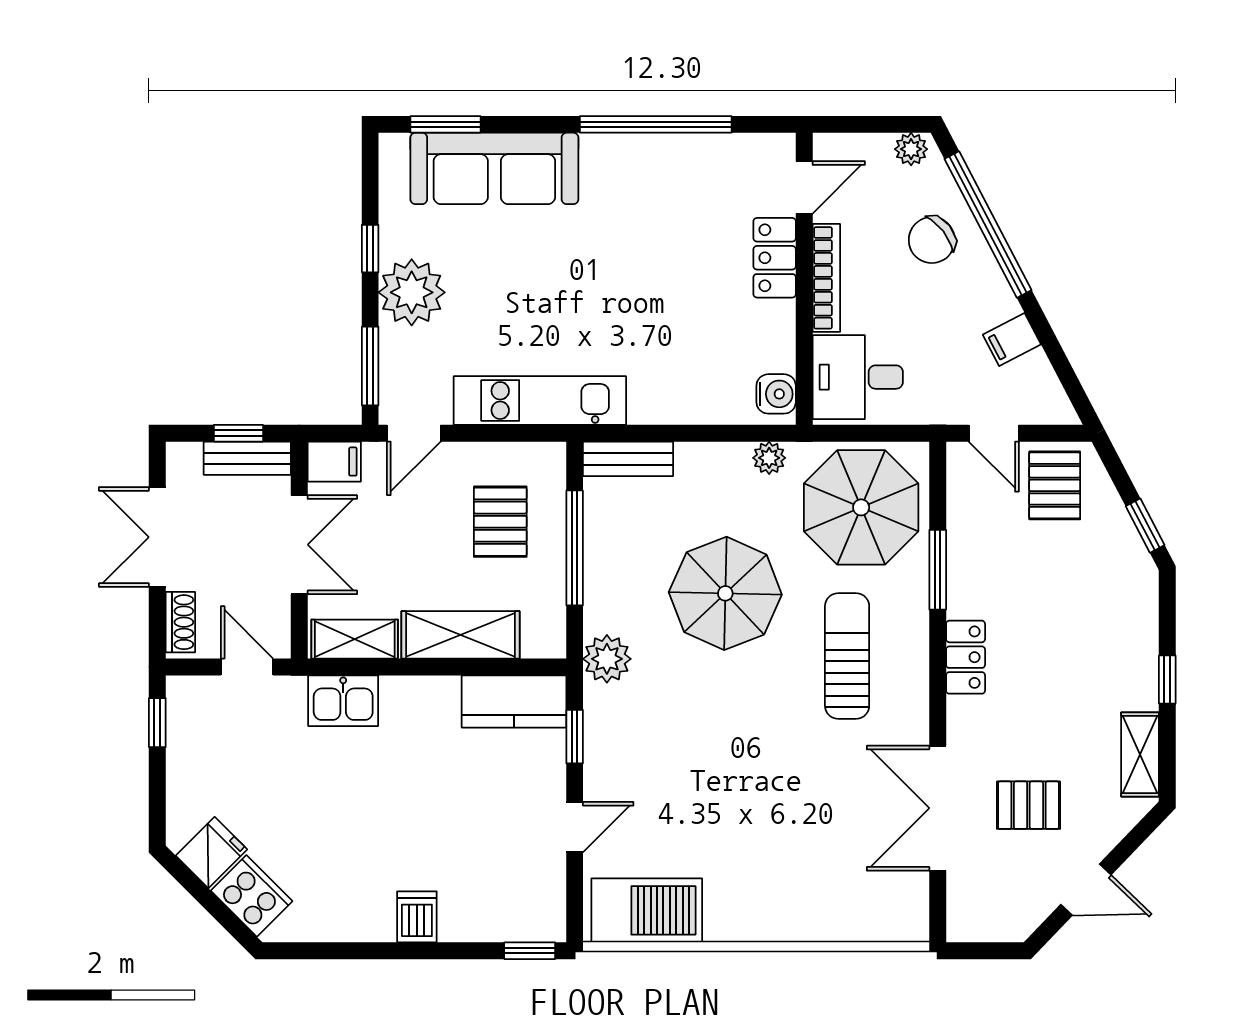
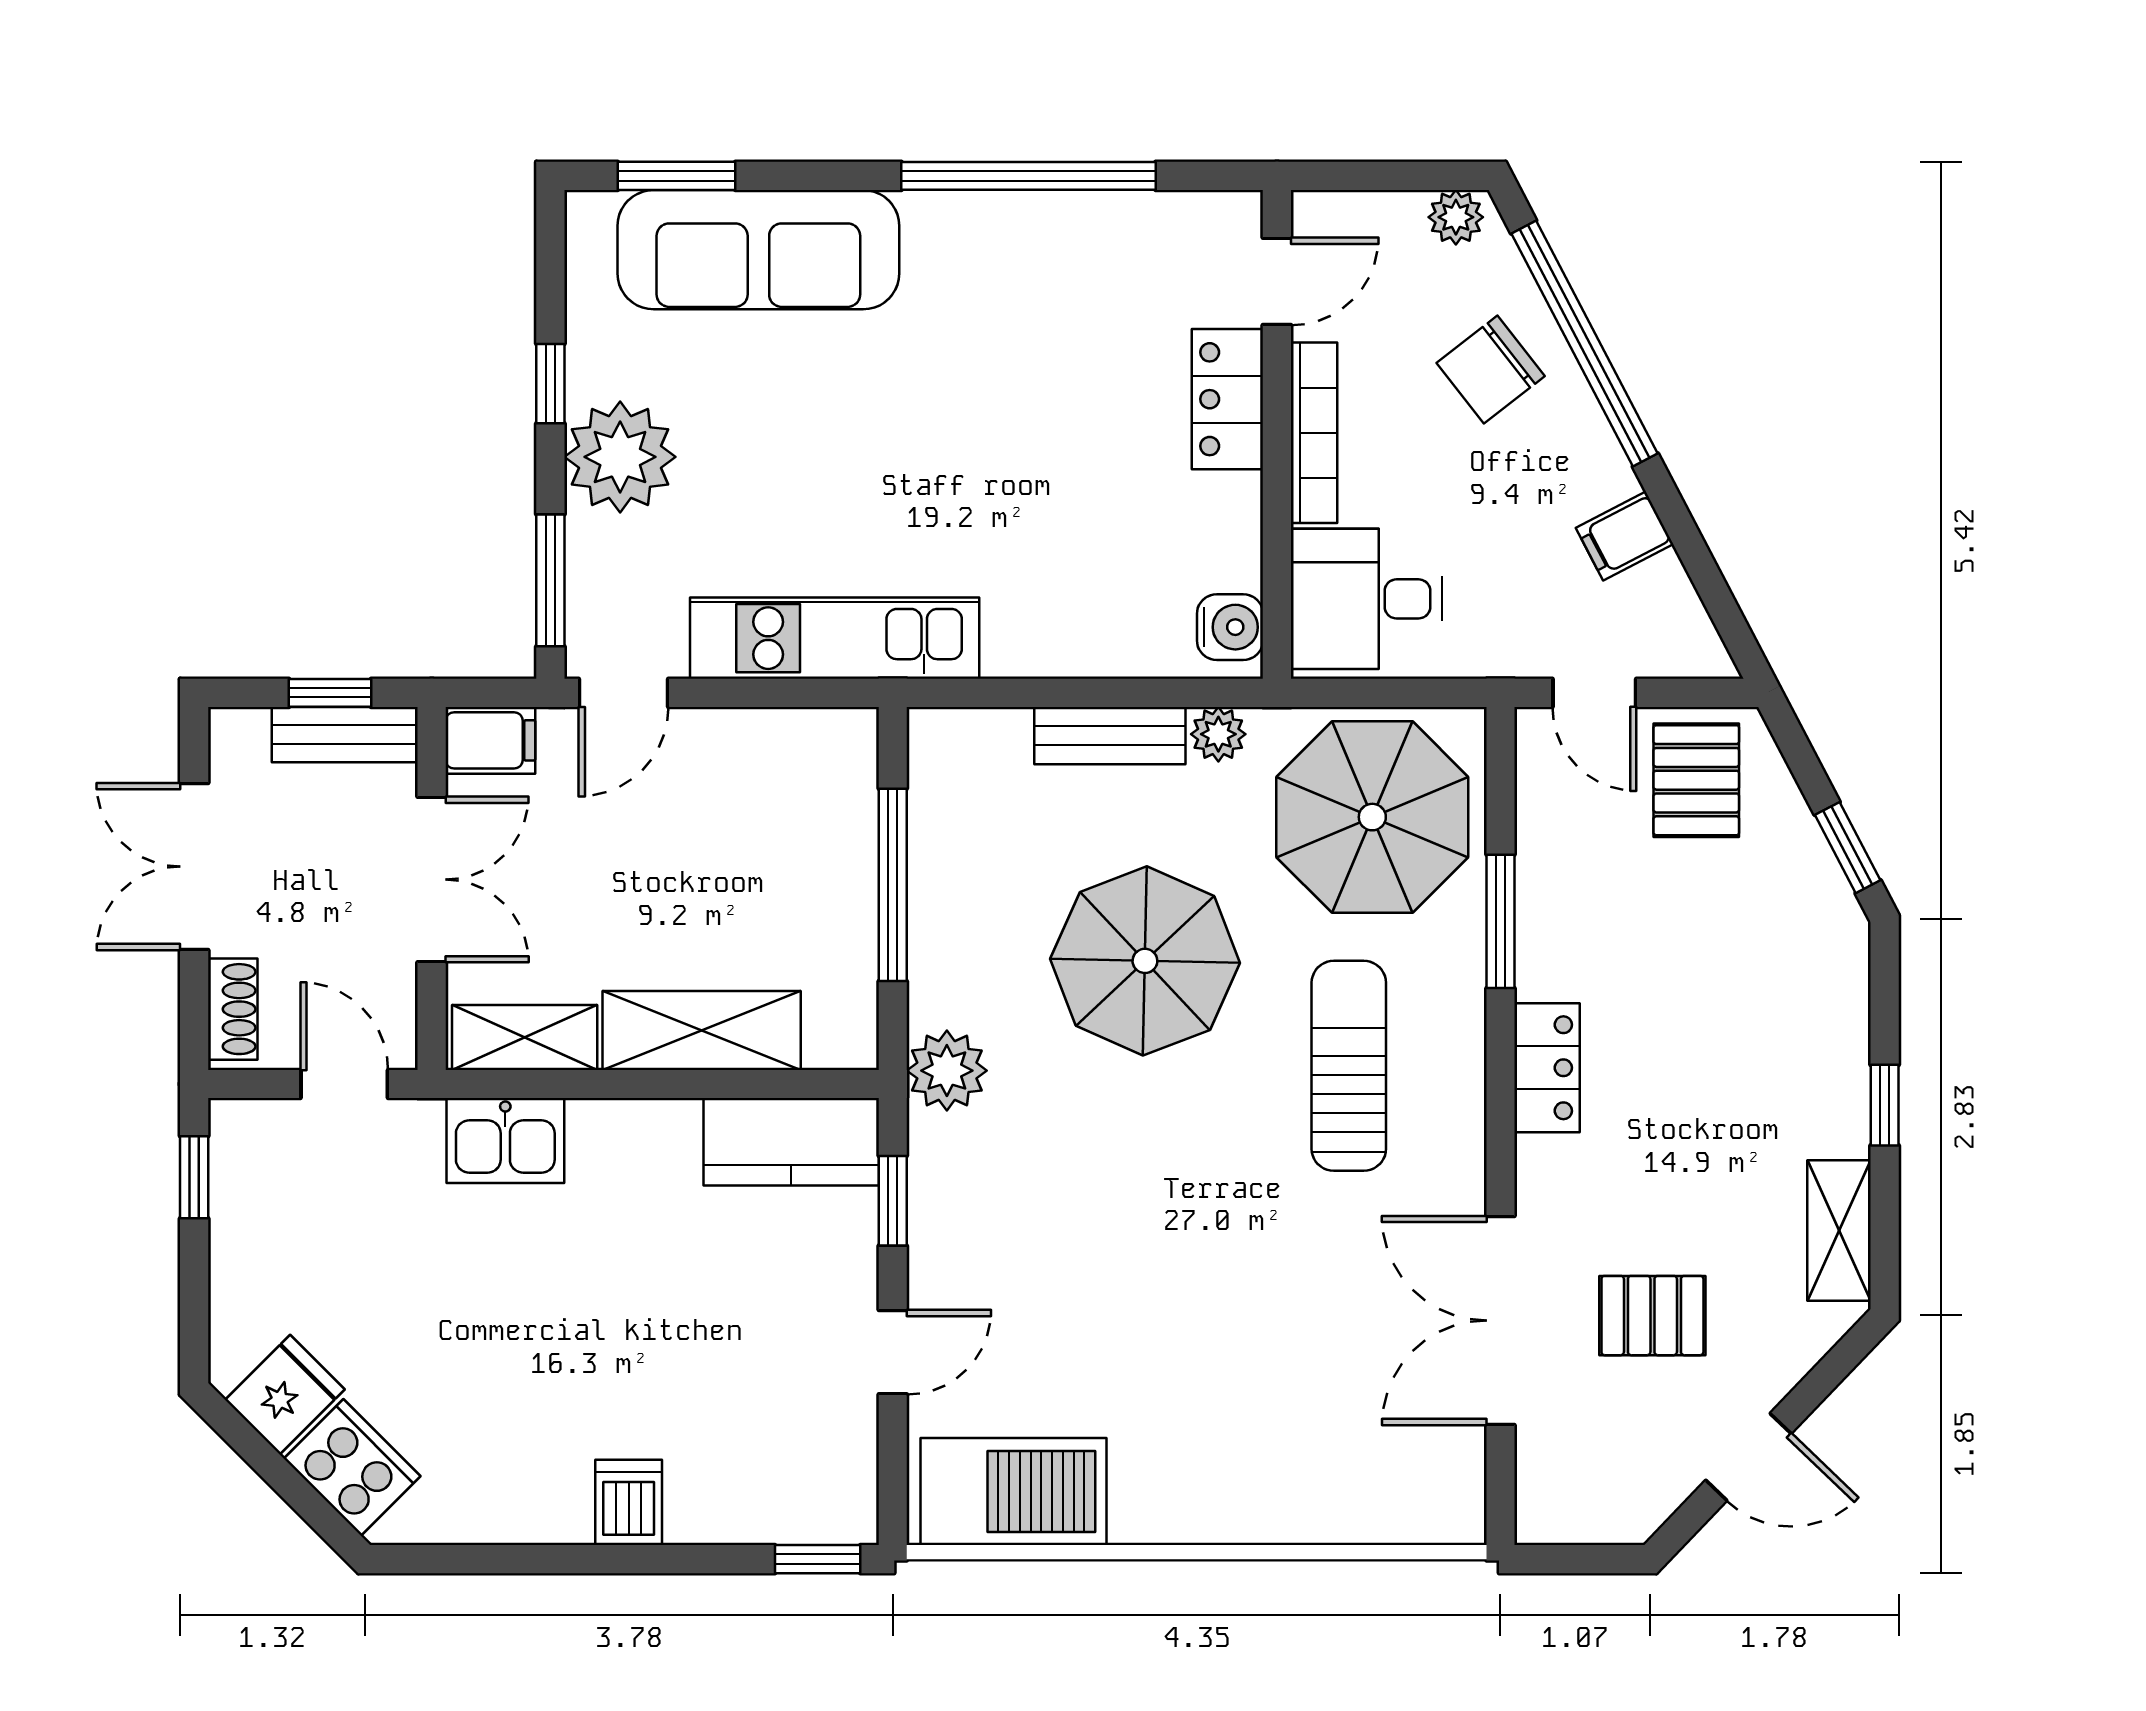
bench: (628, 459) -> (1110, 736), moved
pallet: (500, 522) -> (768, 841), removed

